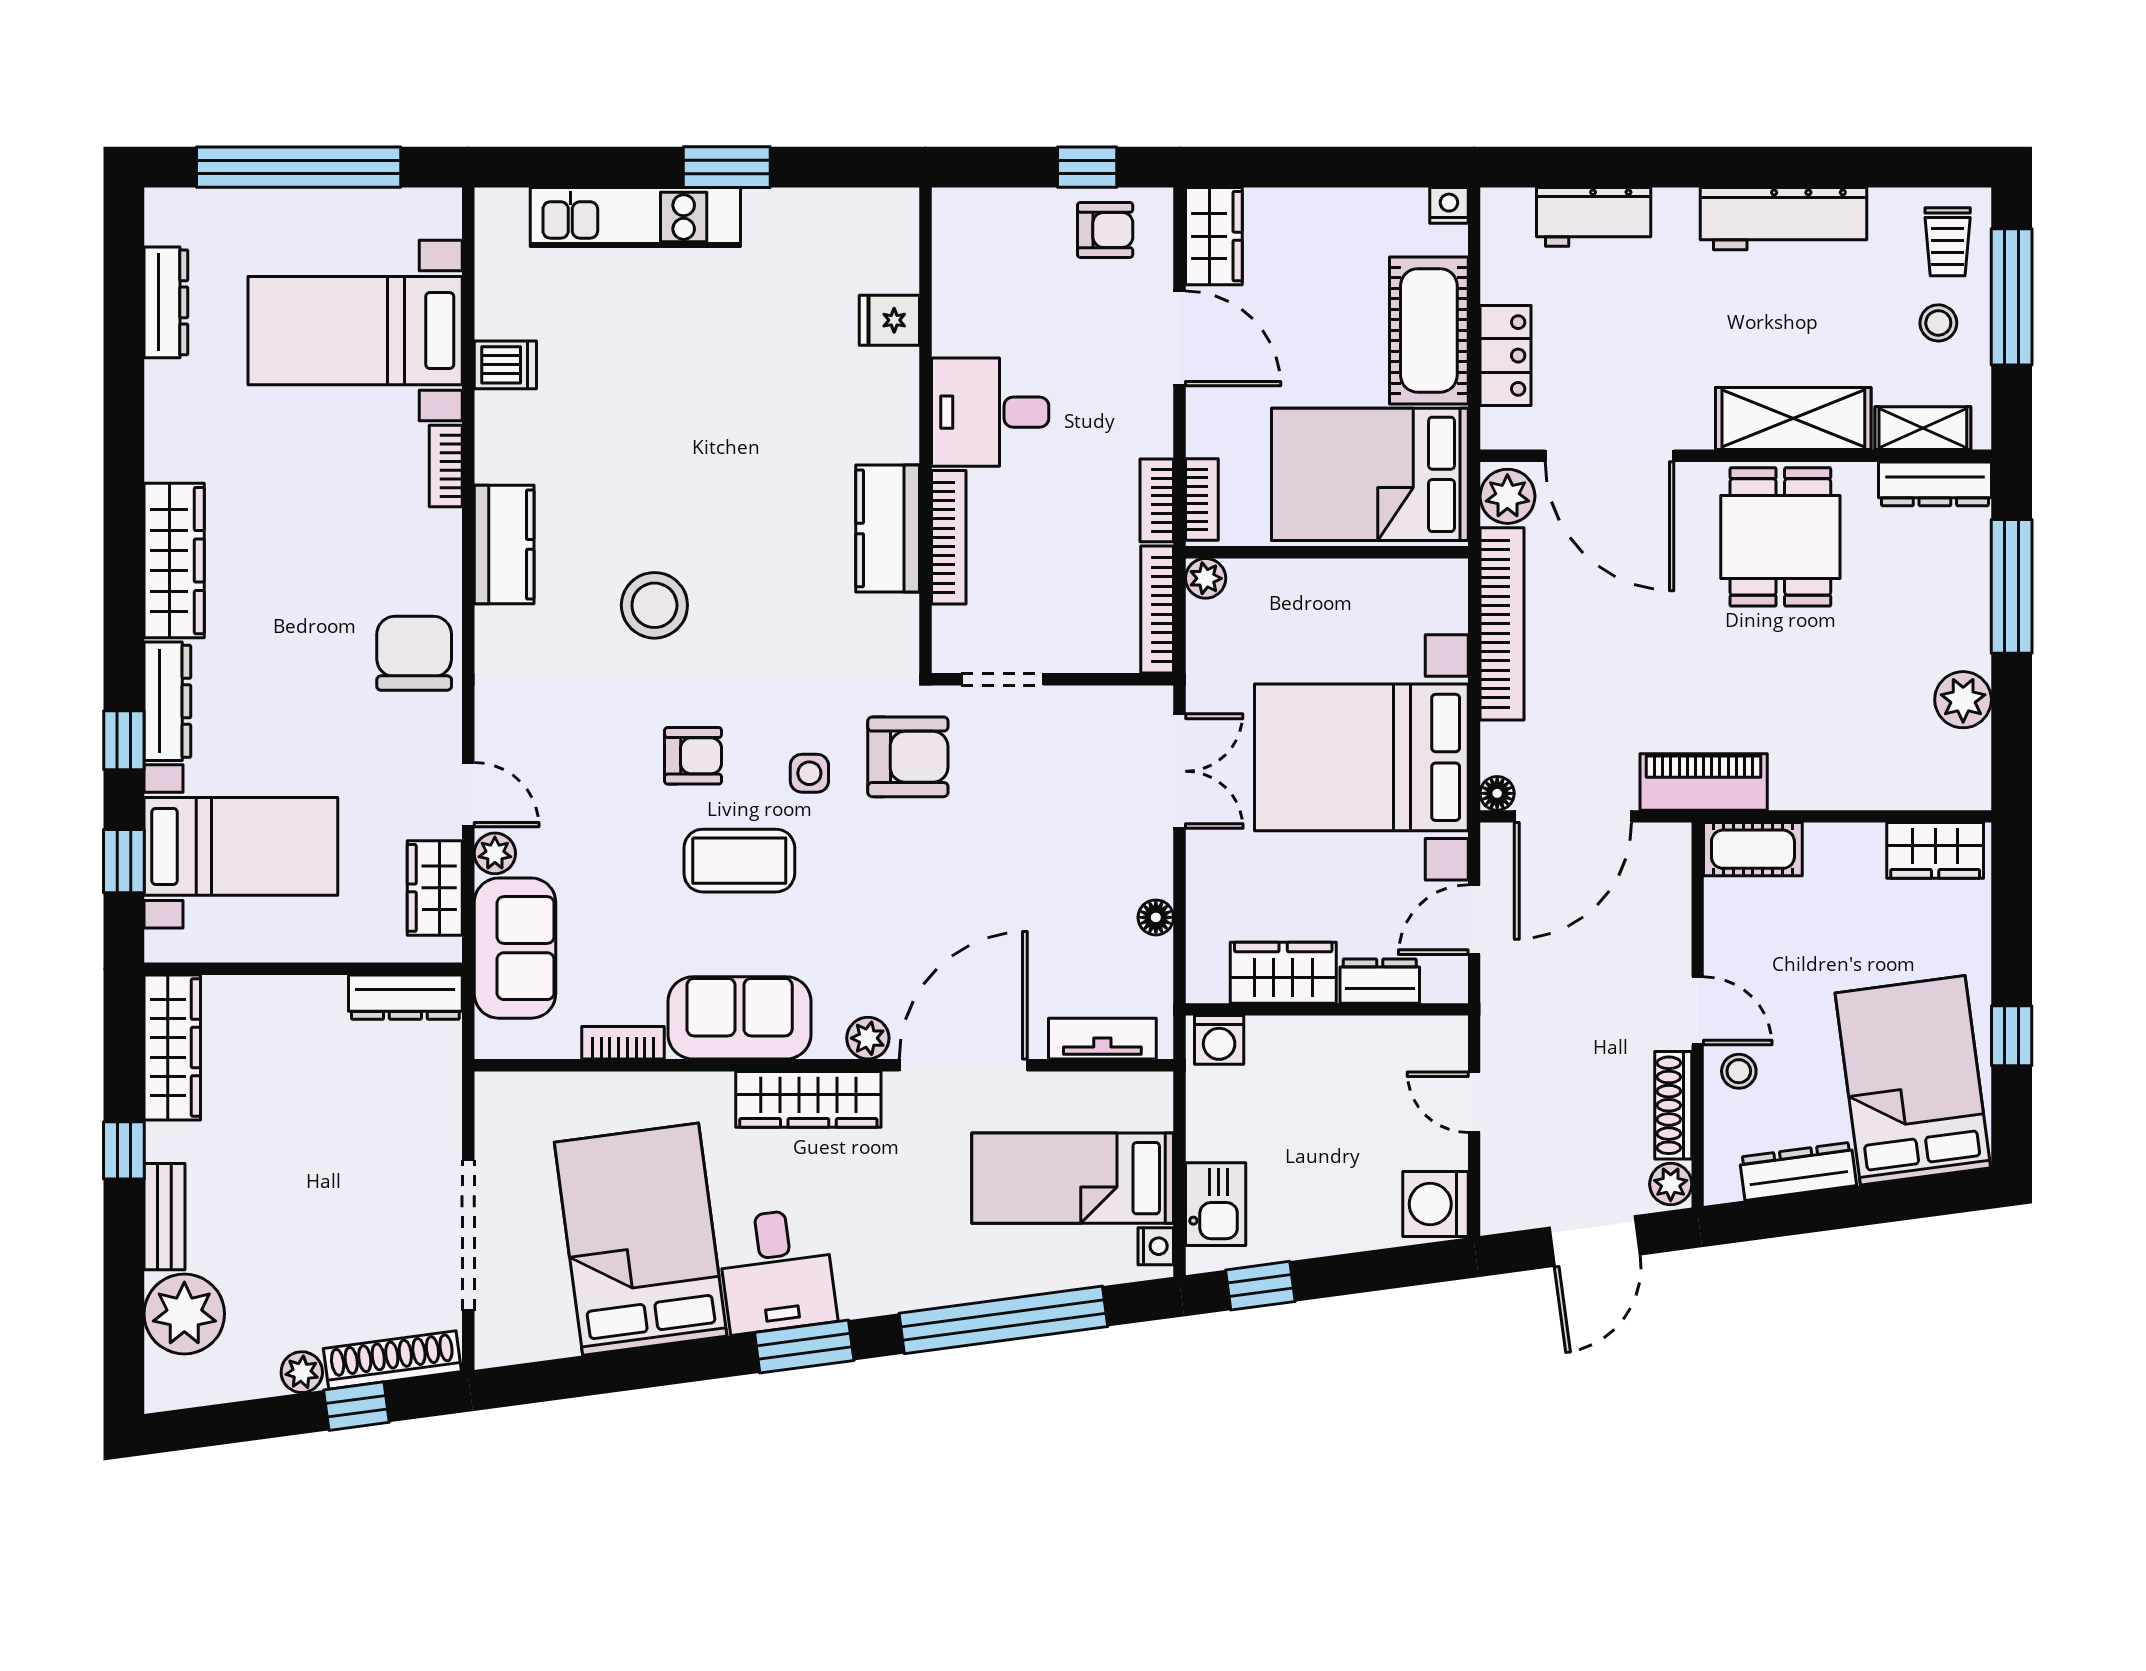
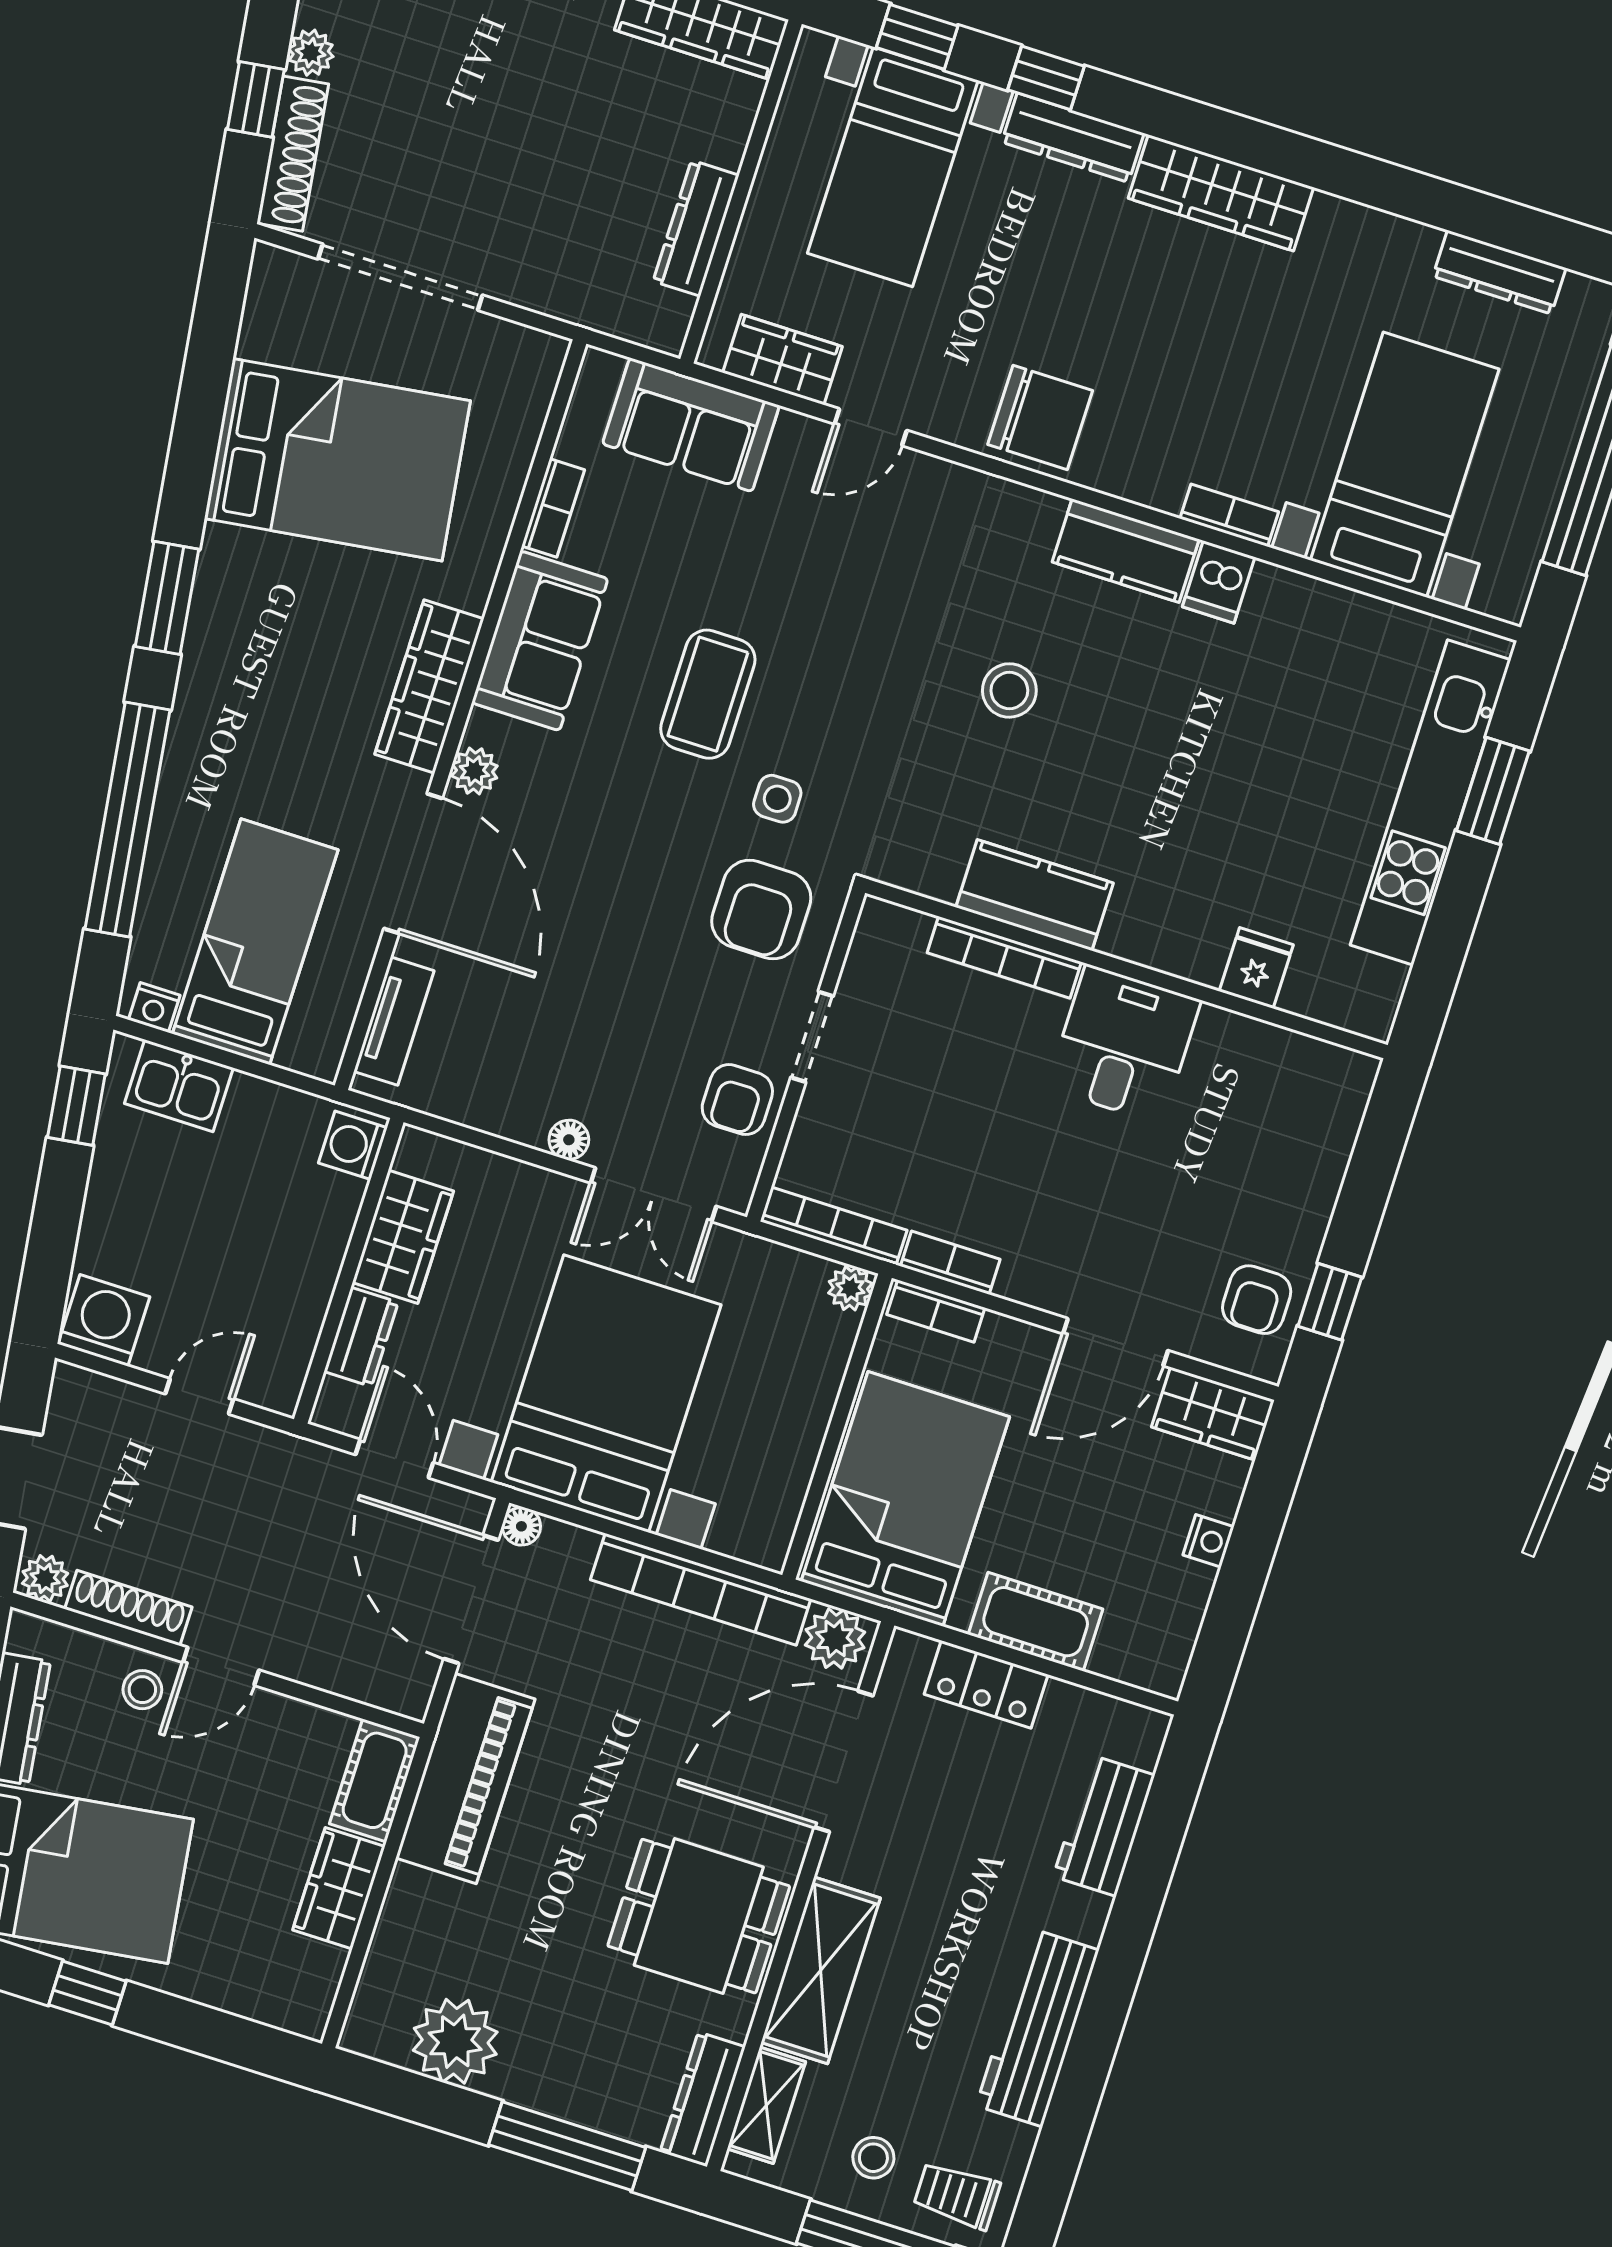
window: (727, 167) -> (1493, 791), moved
nightstand: (1449, 205) -> (1208, 1541), moved
kitchen unit: (635, 217) -> (1430, 802), width x1.36
fridge: (889, 320) -> (1256, 968), moved
cot: (1429, 330) -> (1036, 1622), width x0.73, depth x0.75
dishwasher: (505, 365) -> (1219, 582), moved
desk: (990, 412) -> (1124, 1044), moved
wall: (925, 430) -> (1126, 969), moved
kitchen counter: (888, 528) -> (1035, 895), moved
bookcase: (949, 537) -> (1004, 957), moved
stool: (654, 605) -> (1009, 690), width x0.73, depth x0.73
plant: (1963, 700) -> (455, 2041), width x1.36, depth x1.36
armchair: (693, 756) -> (737, 1100), moved
piano: (1704, 782) -> (465, 1779), width x1.37, depth x1.33
wardrobe: (1935, 850) -> (339, 1888), moved
plant: (495, 853) -> (799, 436), removed
floor lamp: (1156, 917) -> (569, 1140), moved
dresser: (405, 997) -> (696, 228), moved
desk: (777, 1271) -> (257, 594), removed

